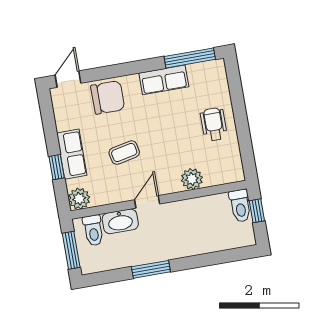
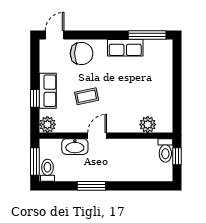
wheelchair: (214, 124) -> (156, 87), removed
plant: (192, 179) -> (148, 125), moved
toilet: (93, 230) -> (47, 170), moved, turned 180

